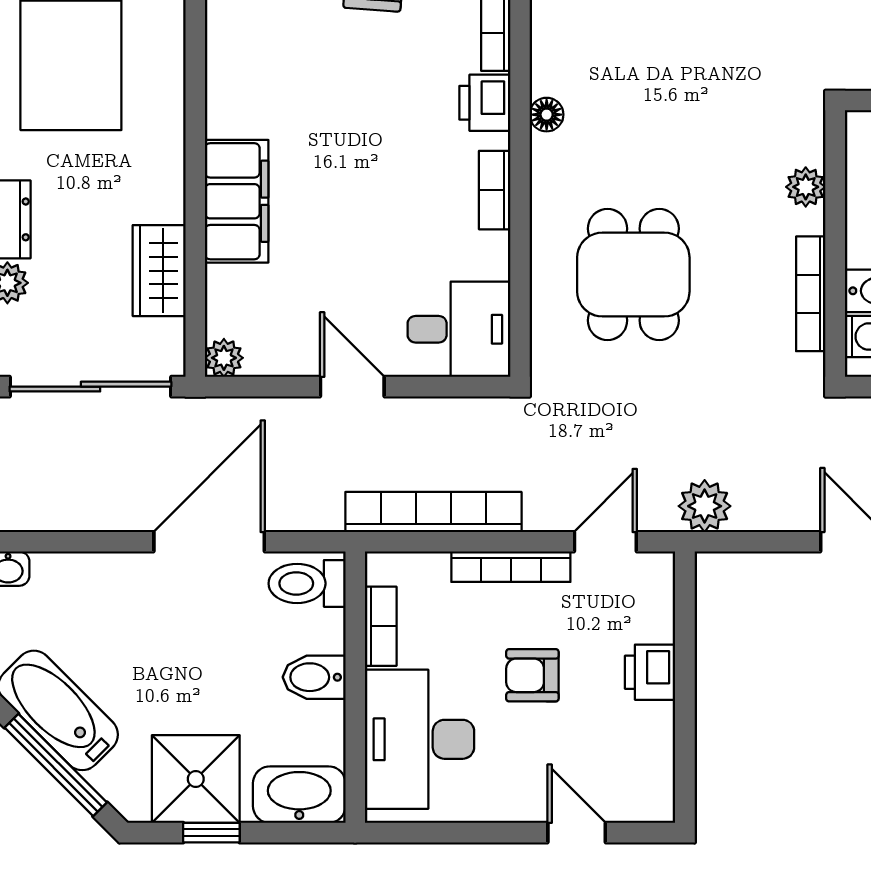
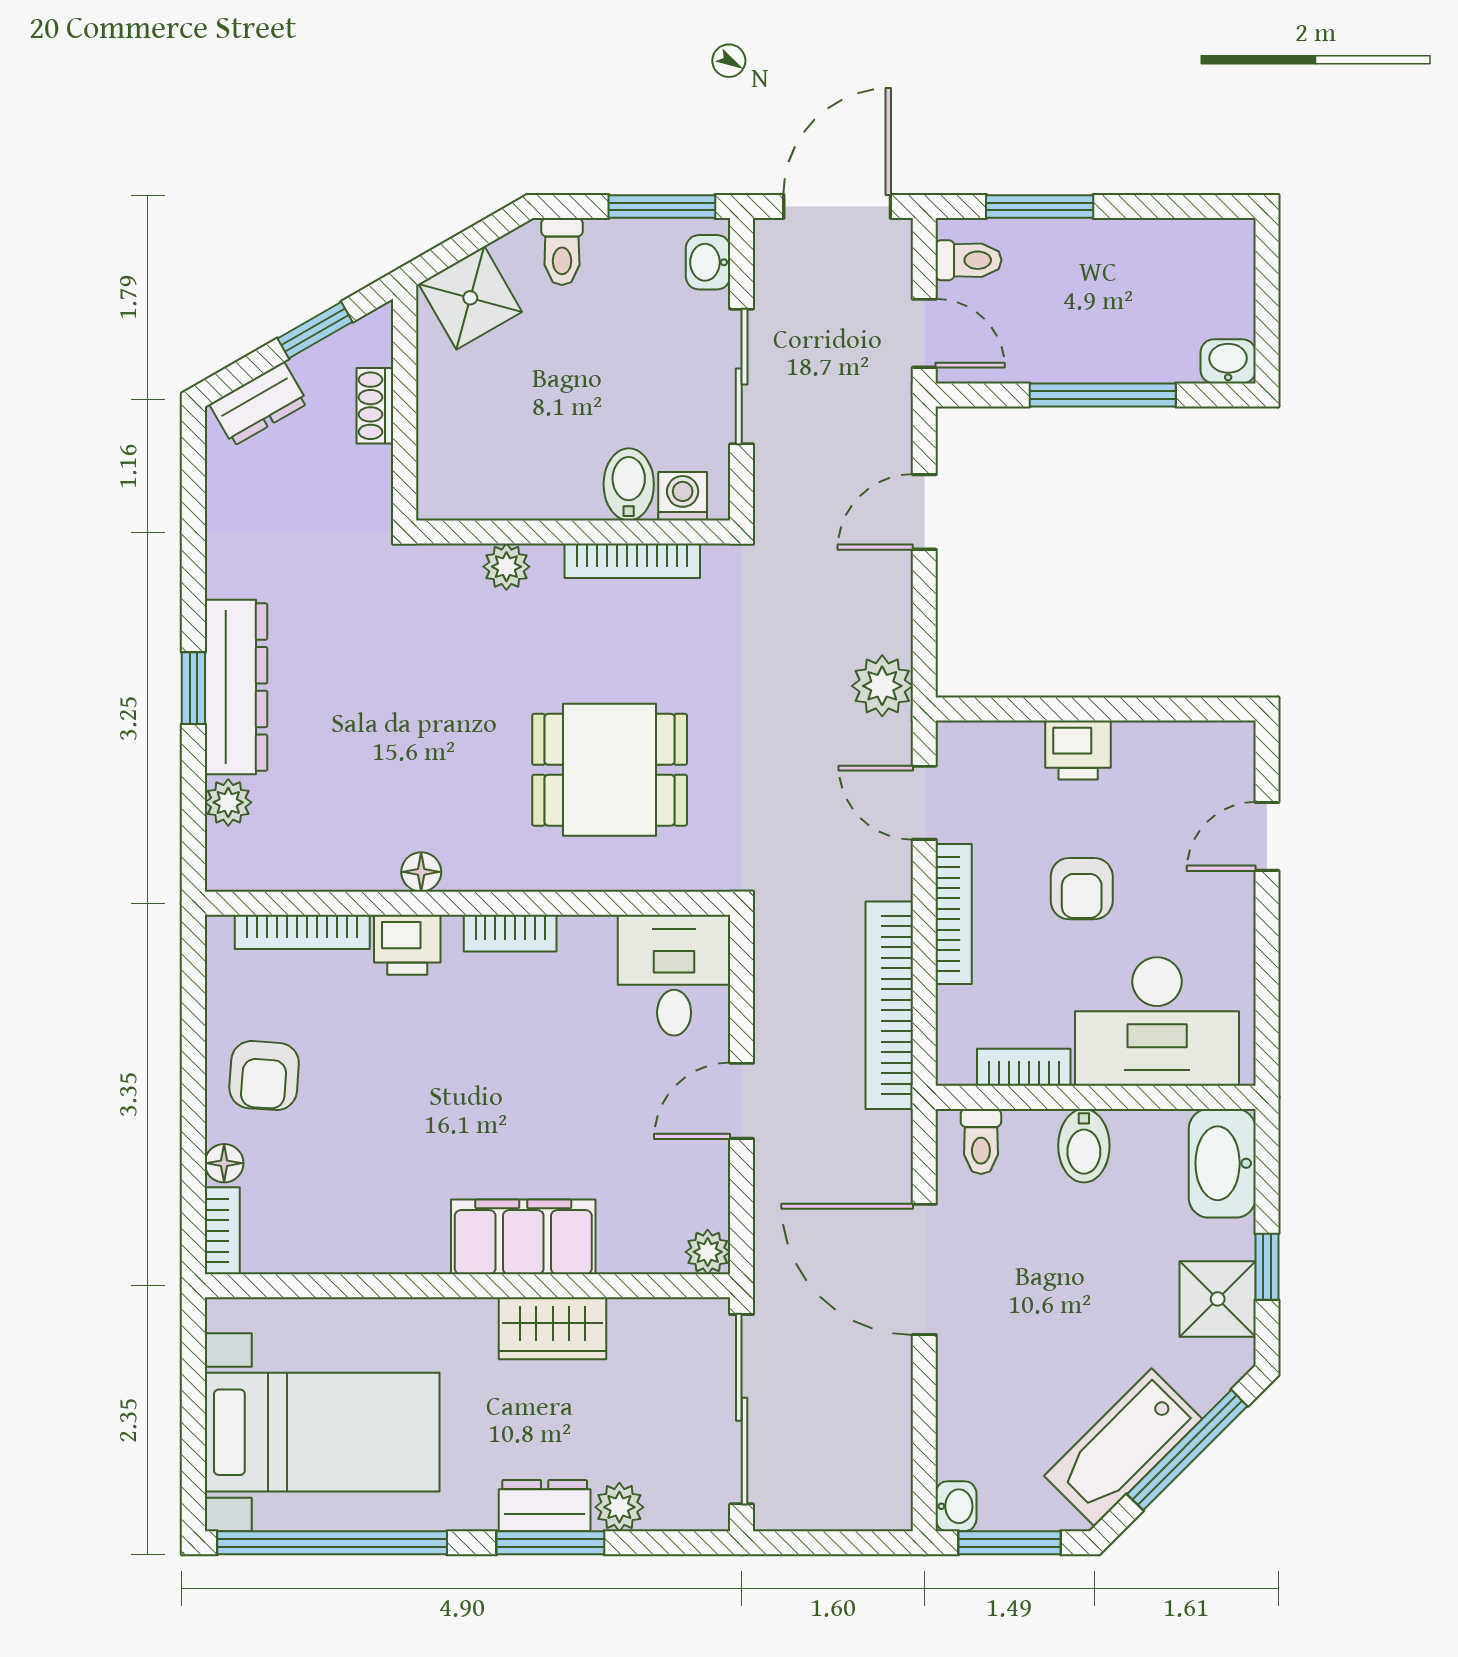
wardrobe: (159, 271) -> (553, 1328), moved
toilet: (307, 583) -> (981, 1141), width x0.73, depth x0.72
shower: (196, 779) -> (1218, 1299), width x0.73, depth x0.73

